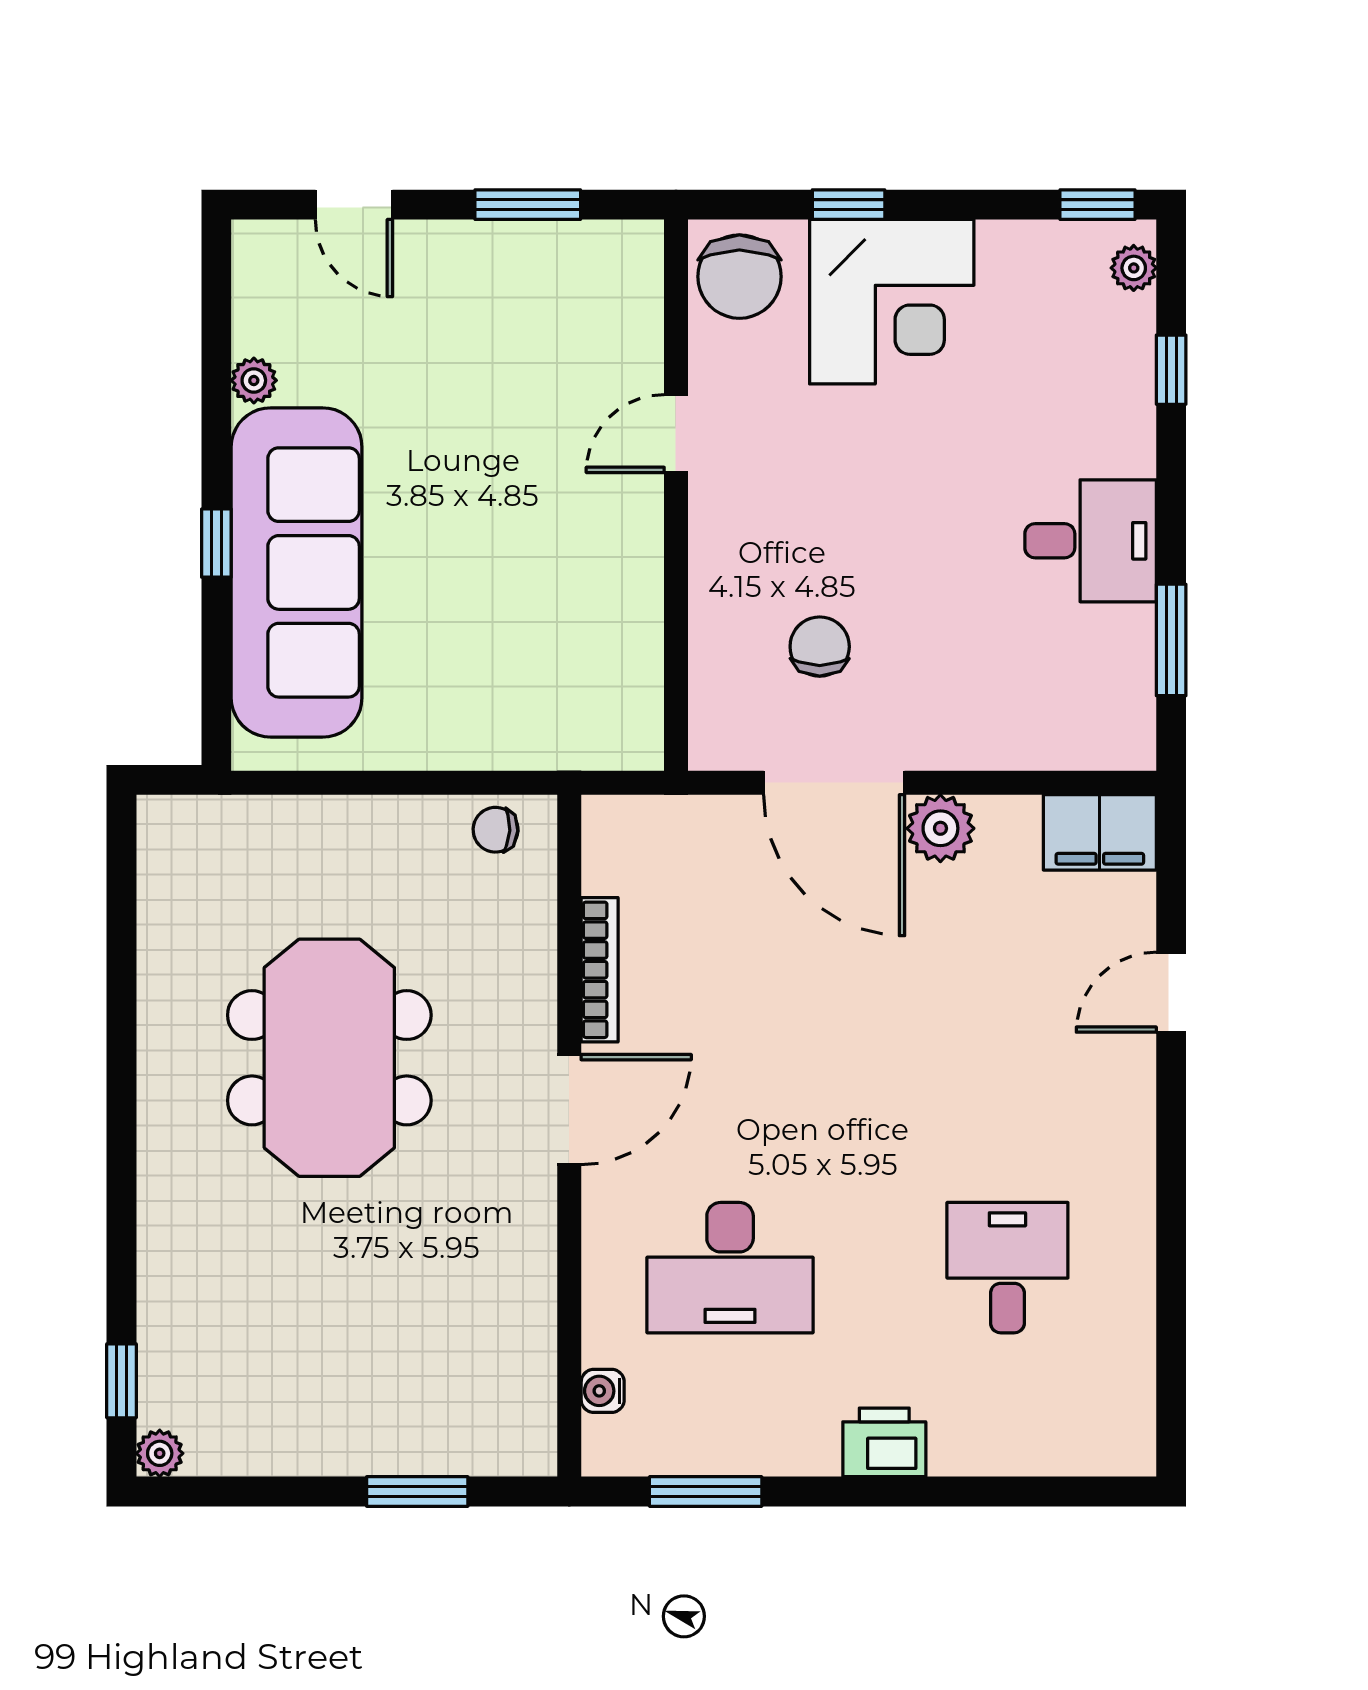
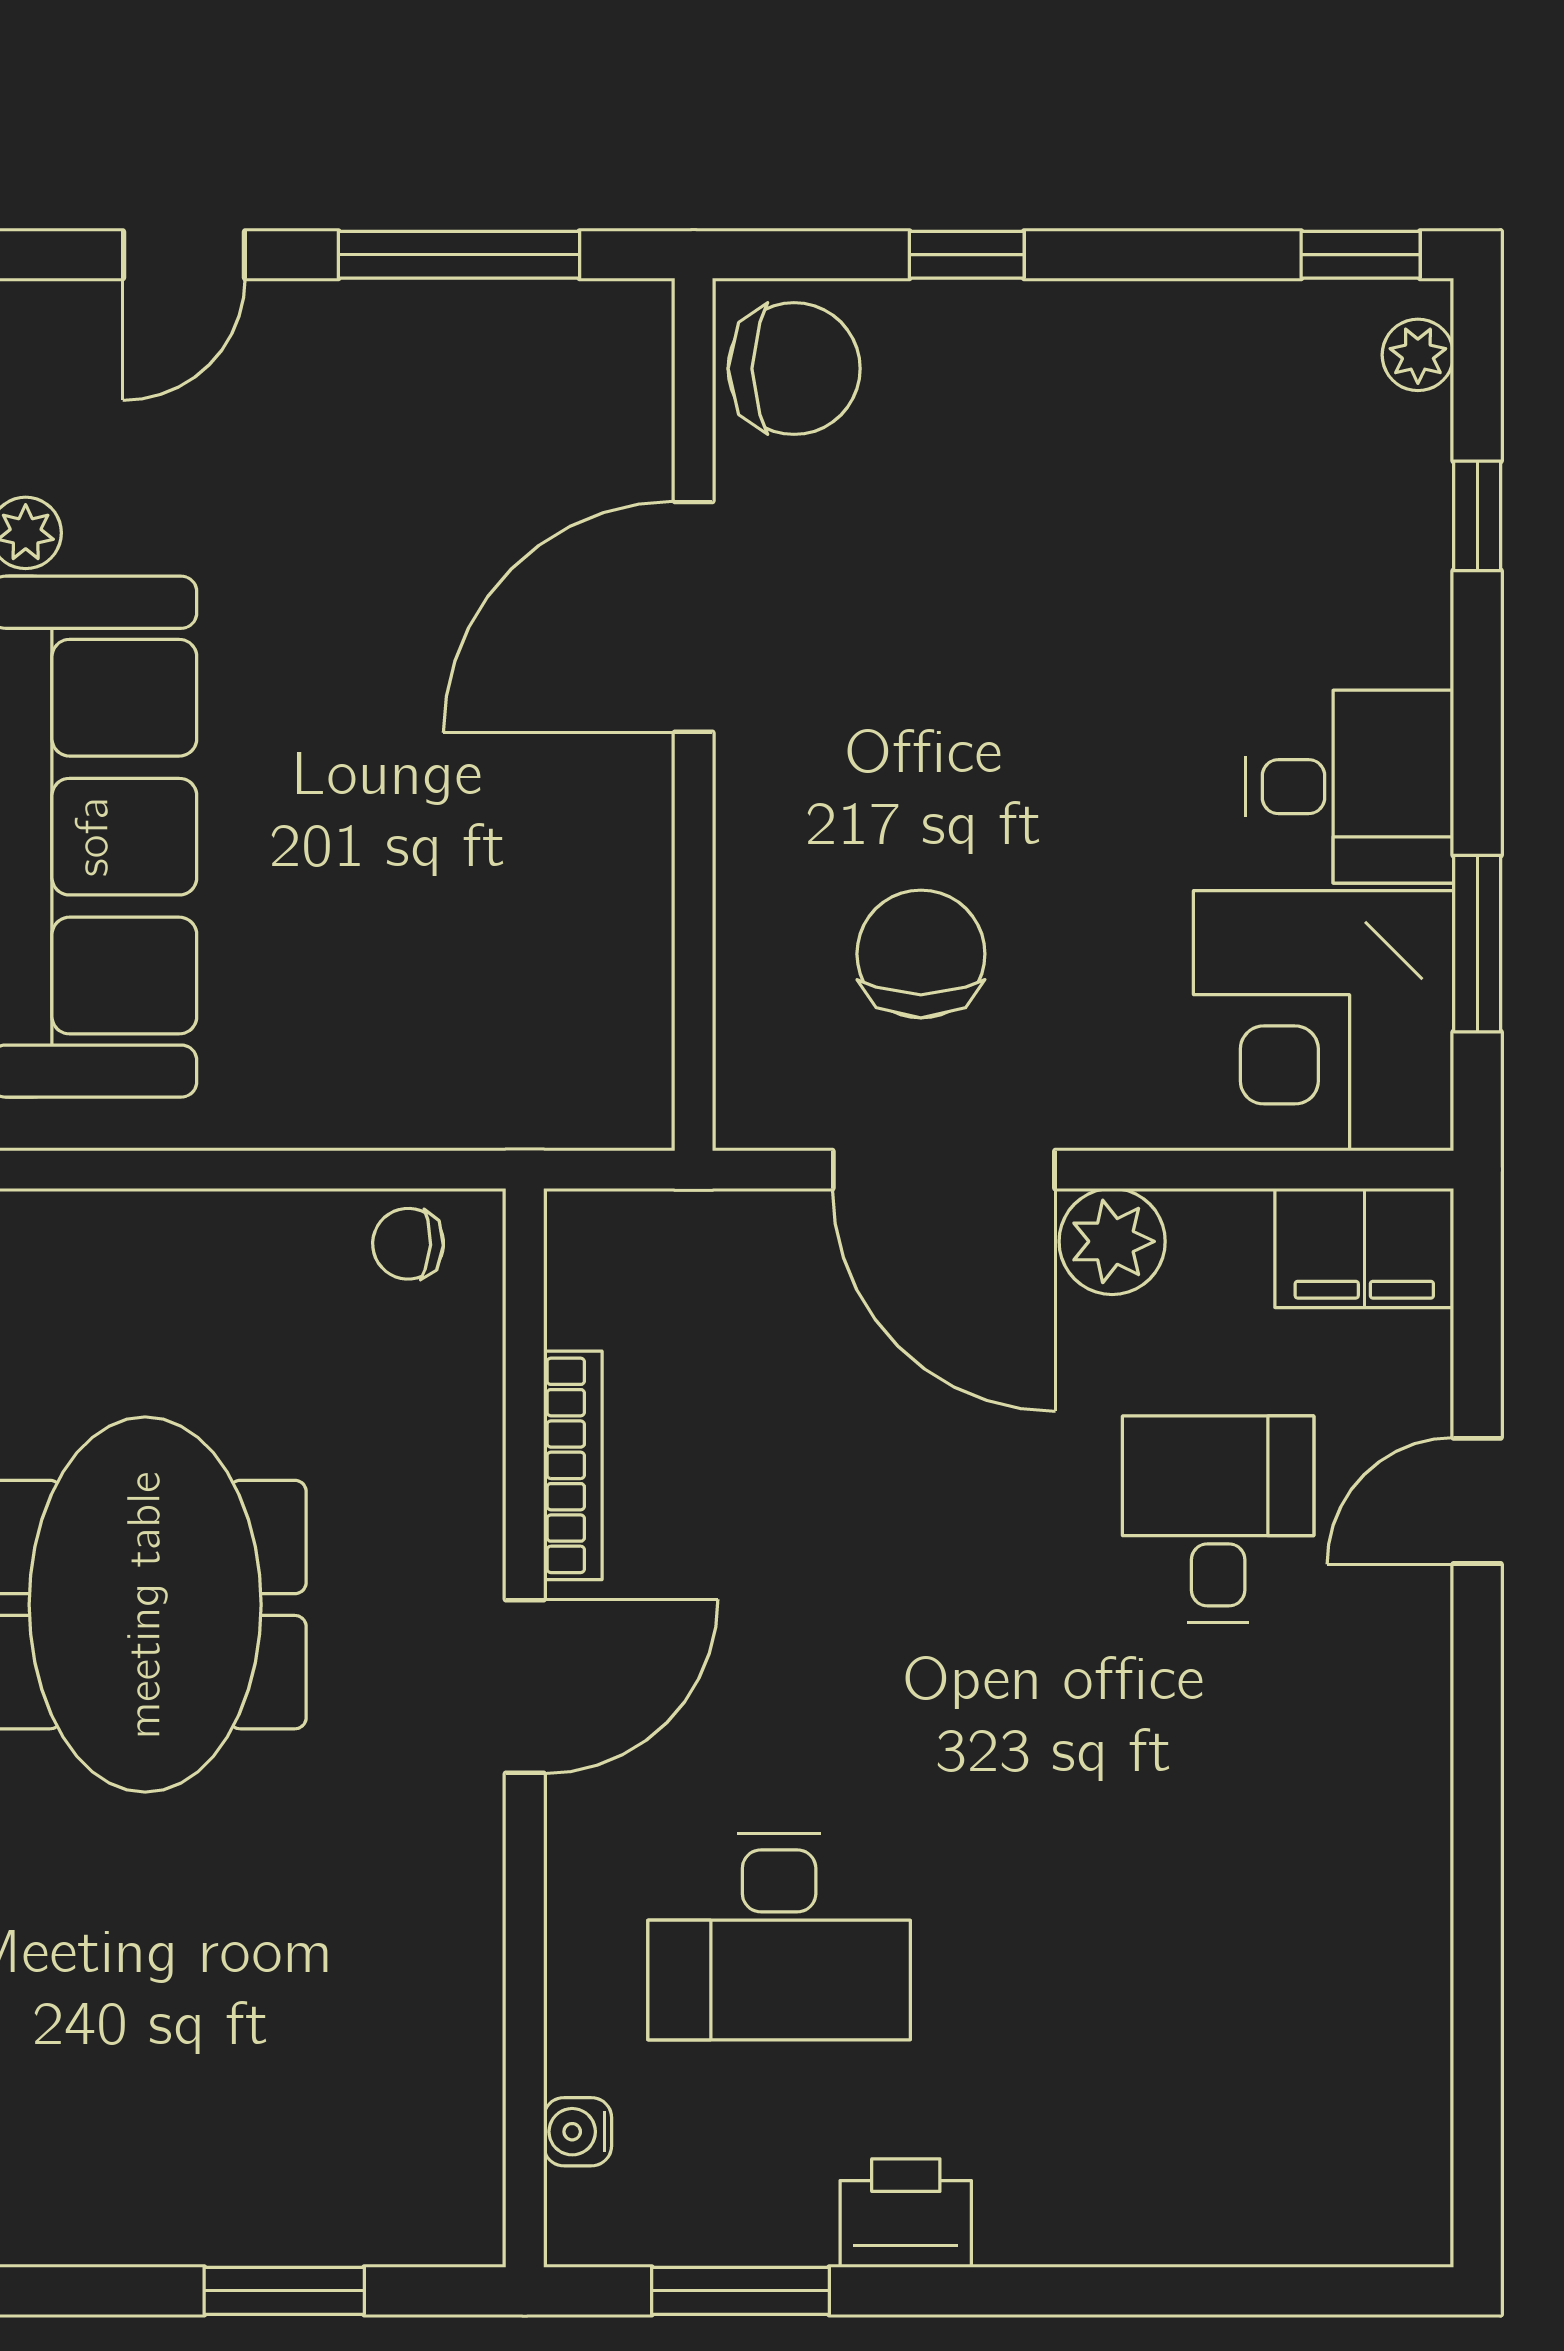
door: (354, 205) -> (184, 255), hinge flipped
window: (528, 205) -> (459, 255), width x1.44
chair: (739, 277) -> (794, 369), turned -90
corner desk: (892, 302) -> (1324, 1021), moved, turned 90
door: (676, 434) -> (694, 617), width x1.87
chair: (820, 647) -> (921, 954), width x1.37, depth x1.37
desk: (1007, 1268) -> (1218, 1519), moved
printer: (884, 1442) -> (906, 2213), moved

